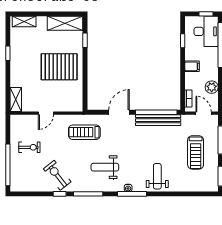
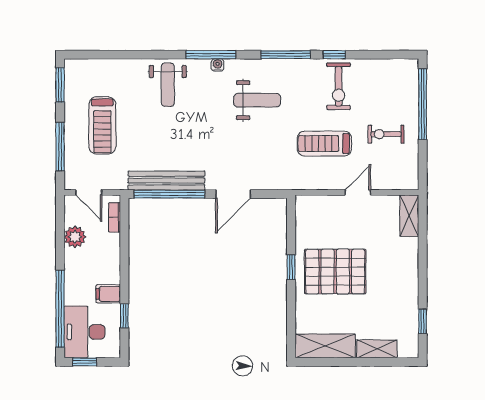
shelving: (24, 21) -> (377, 349), moved
window: (85, 40) -> (291, 267), moved
window: (8, 53) -> (423, 321), moved
filing cabinet: (192, 66) -> (108, 294), moved
treadmill: (84, 132) -> (324, 144), moved, turned 180
treadmill: (196, 152) -> (102, 125), turned 180
exercise bike: (57, 175) -> (339, 86), turned 38

